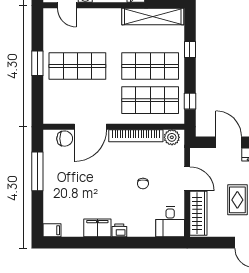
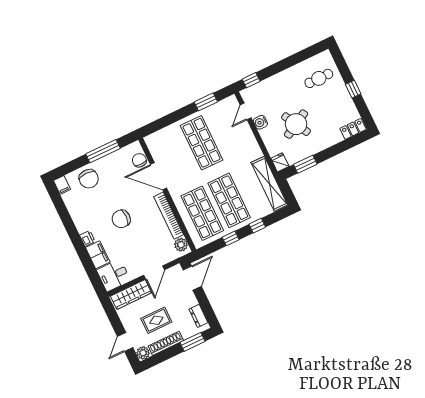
window: (37, 63) -> (206, 102), moved
window: (190, 101) -> (231, 238), moved
chair: (65, 139) -> (139, 160), turned 180
door: (229, 142) -> (192, 278), moved
chair: (143, 184) -> (121, 219), moved, width x1.87, depth x1.87
chair: (59, 200) -> (89, 179), added
filing cabinet: (97, 228) -> (98, 255), moved

